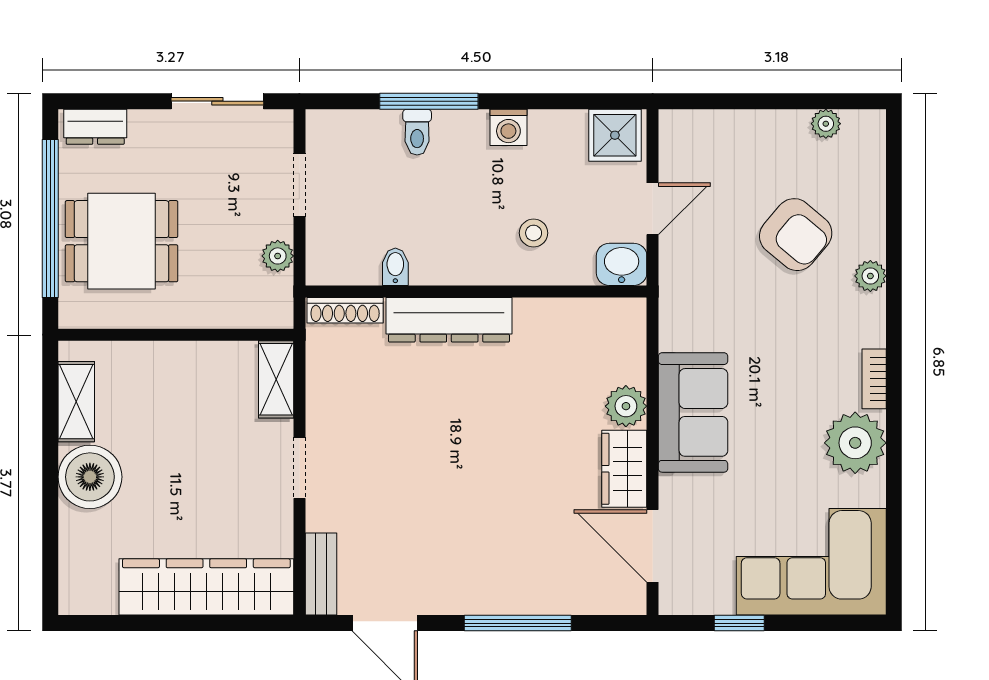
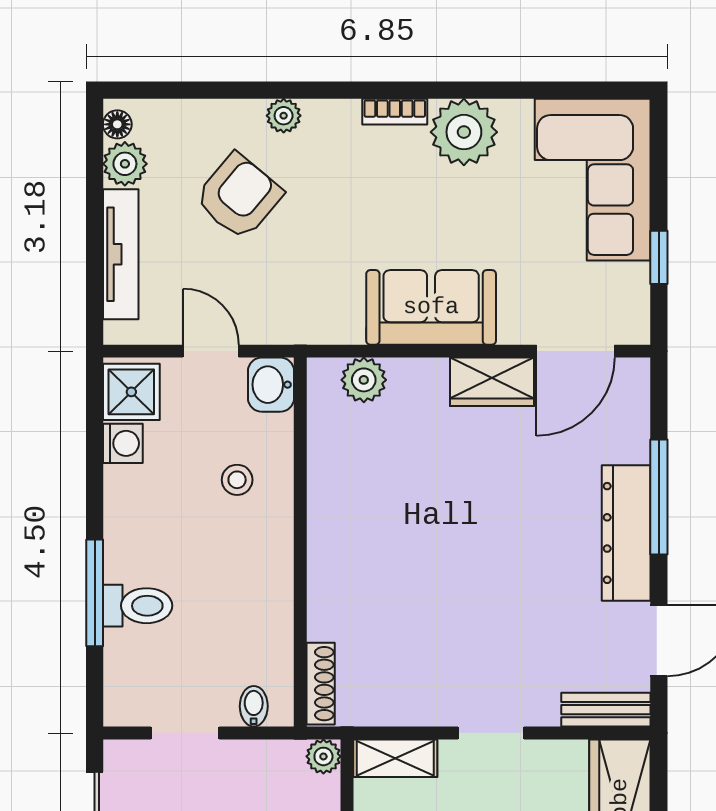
floor lamp: (862, 122) -> (117, 124), added
plant: (826, 124) -> (125, 164), width x1.38, depth x1.38
tv unit: (742, 125) -> (121, 254), added
washing machine: (508, 127) -> (123, 443), moved
toilet: (417, 132) -> (138, 606), width x1.37, depth x1.39
plant: (278, 256) -> (323, 756), moved
bidet: (395, 267) -> (254, 706), moved, turned 90
dresser: (449, 320) -> (626, 533), moved, turned 180
plant: (626, 406) -> (364, 380), moved

